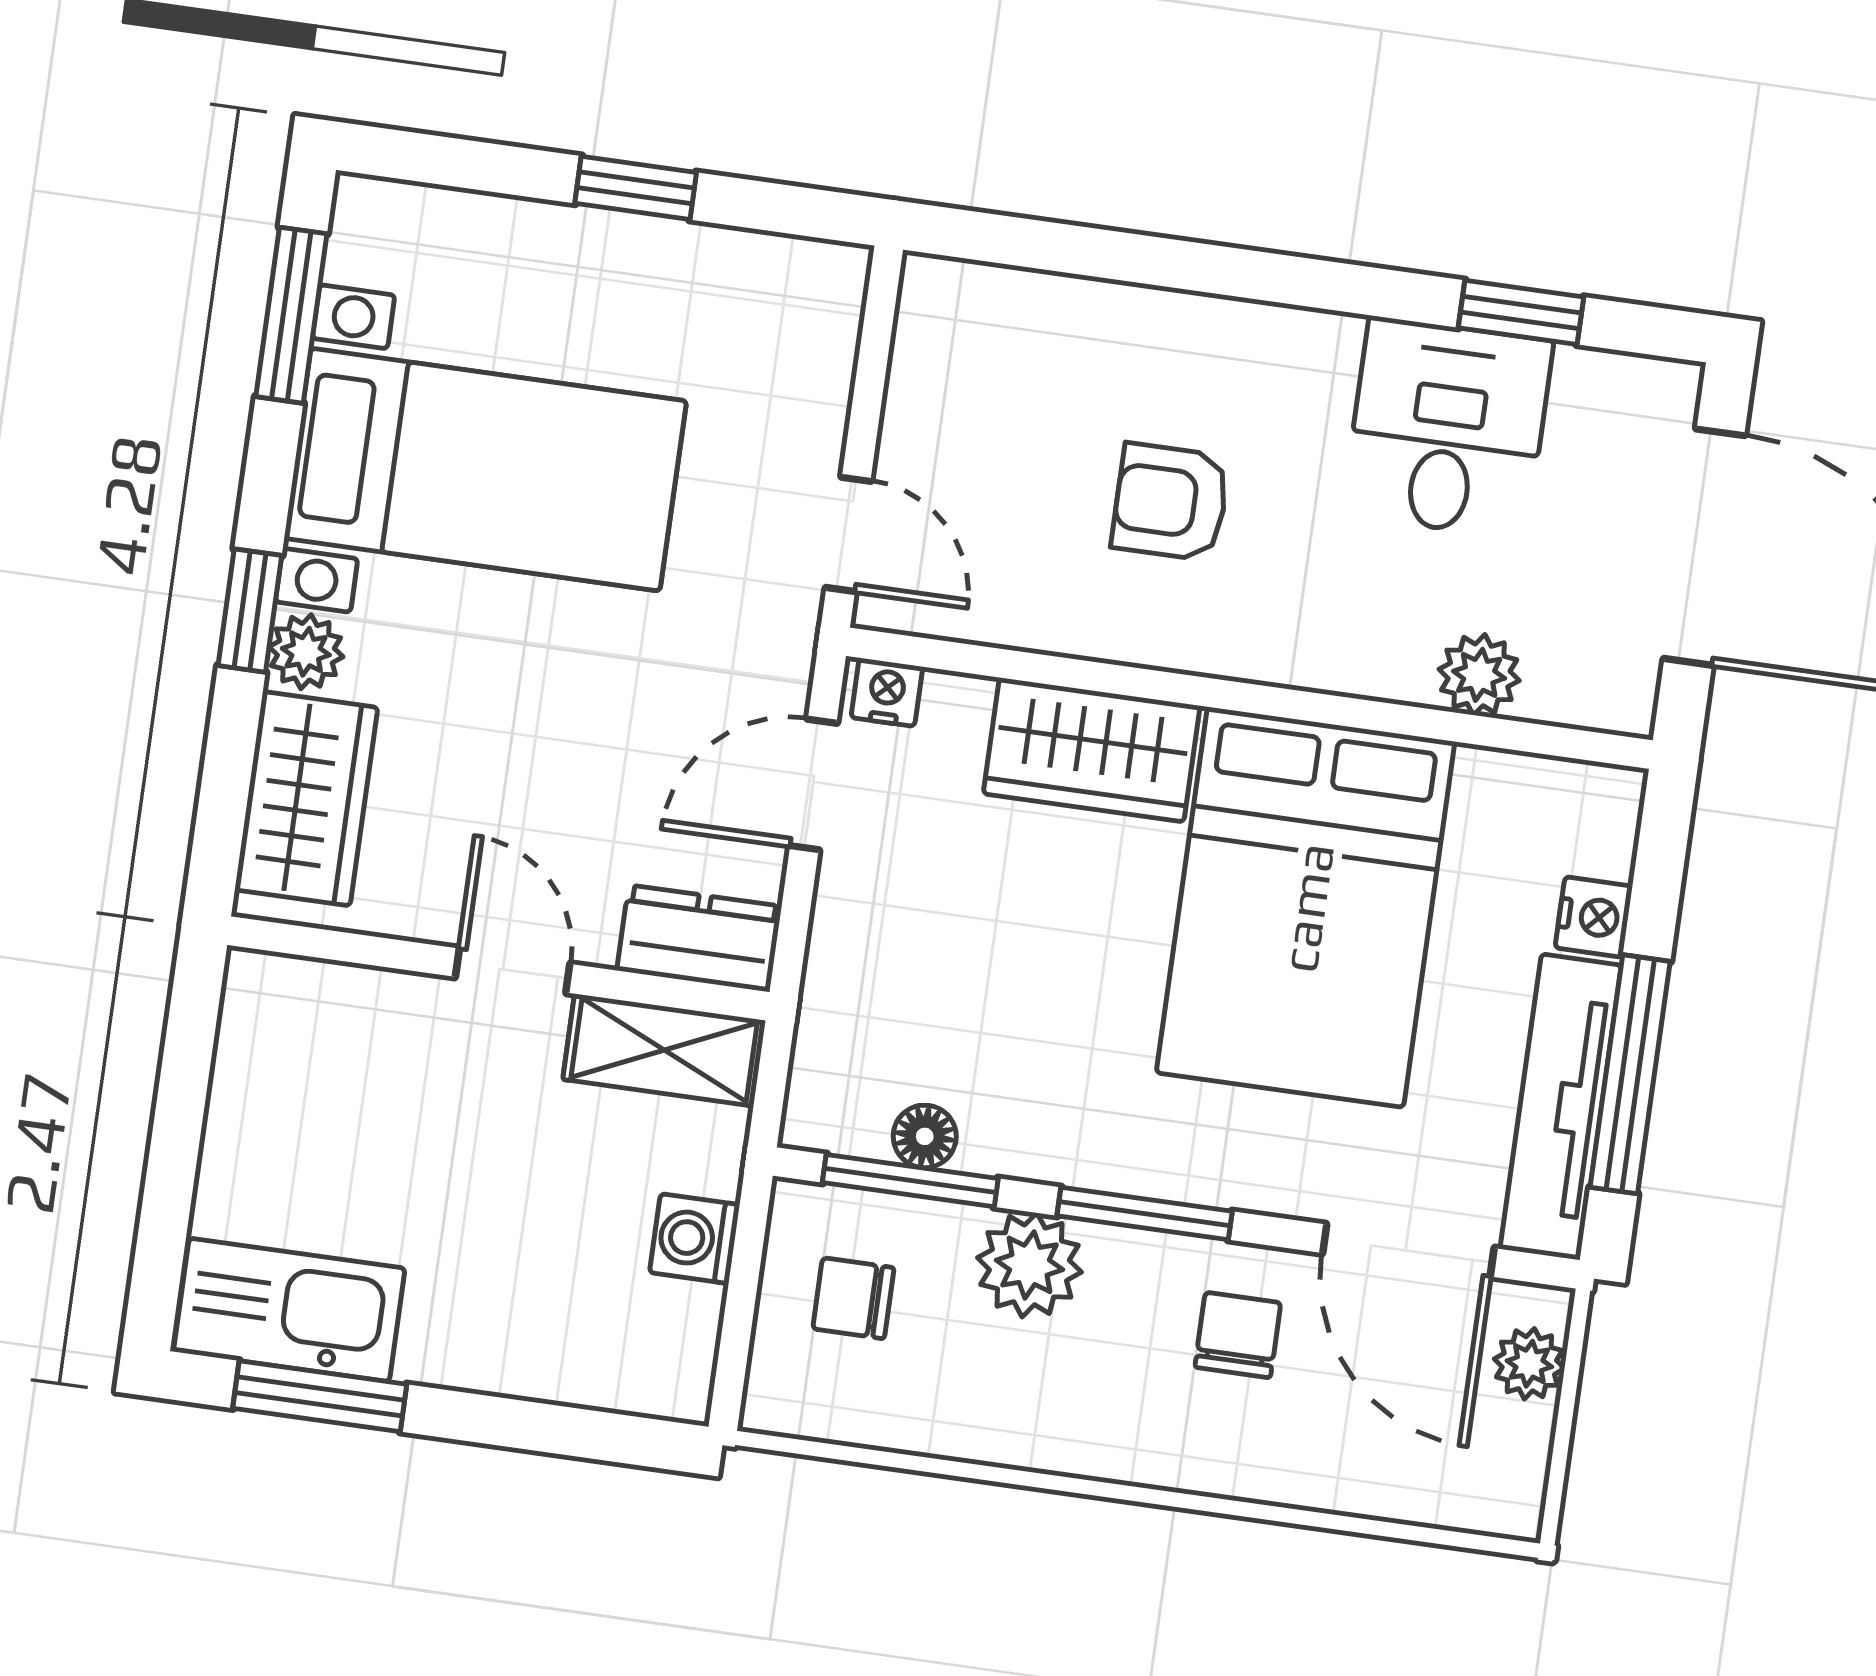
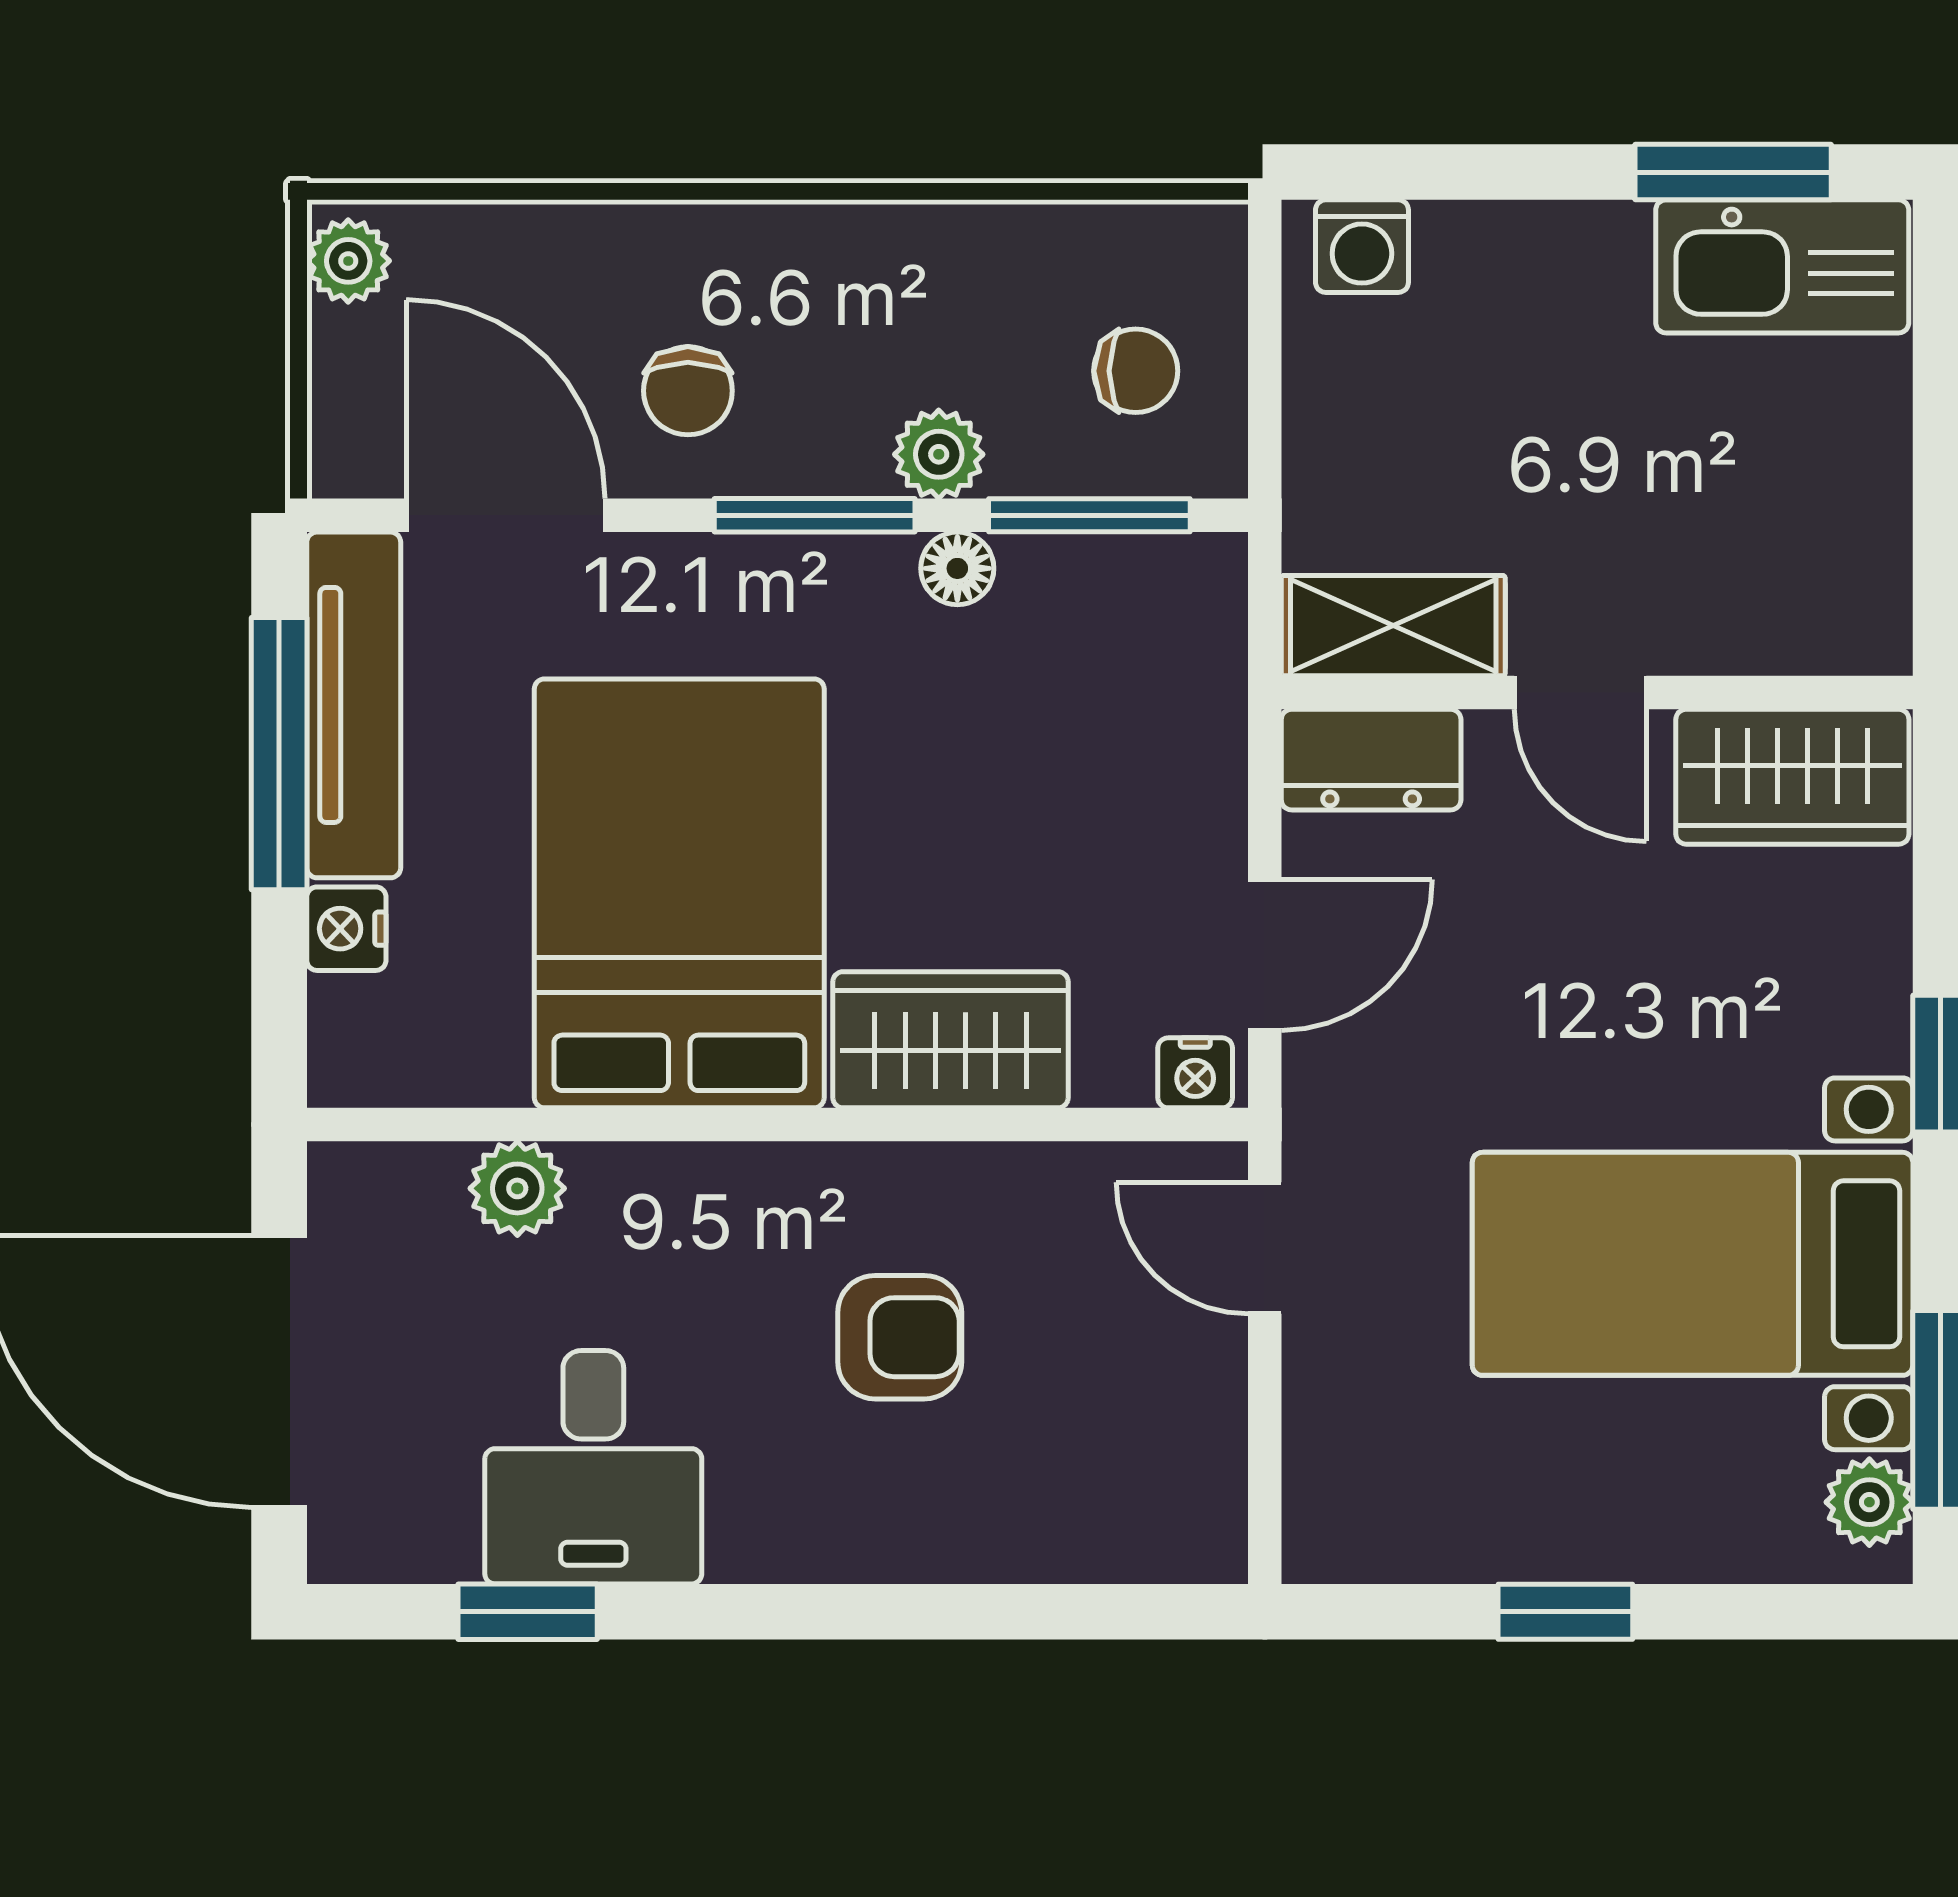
plant: (306, 652) -> (1869, 1502), moved
wardrobe: (306, 799) -> (1792, 777), moved, turned -90
floor lamp: (925, 1136) -> (957, 568), moved
washing machine: (695, 1239) -> (1362, 246), moved, turned 90
plant: (1029, 1265) -> (939, 454), width x0.73, depth x0.73
plant: (1529, 1364) -> (348, 261), moved

